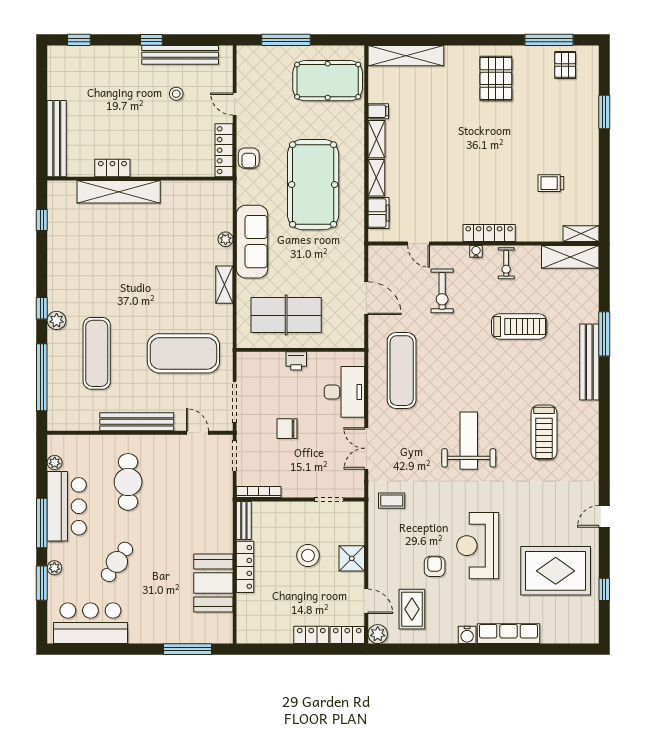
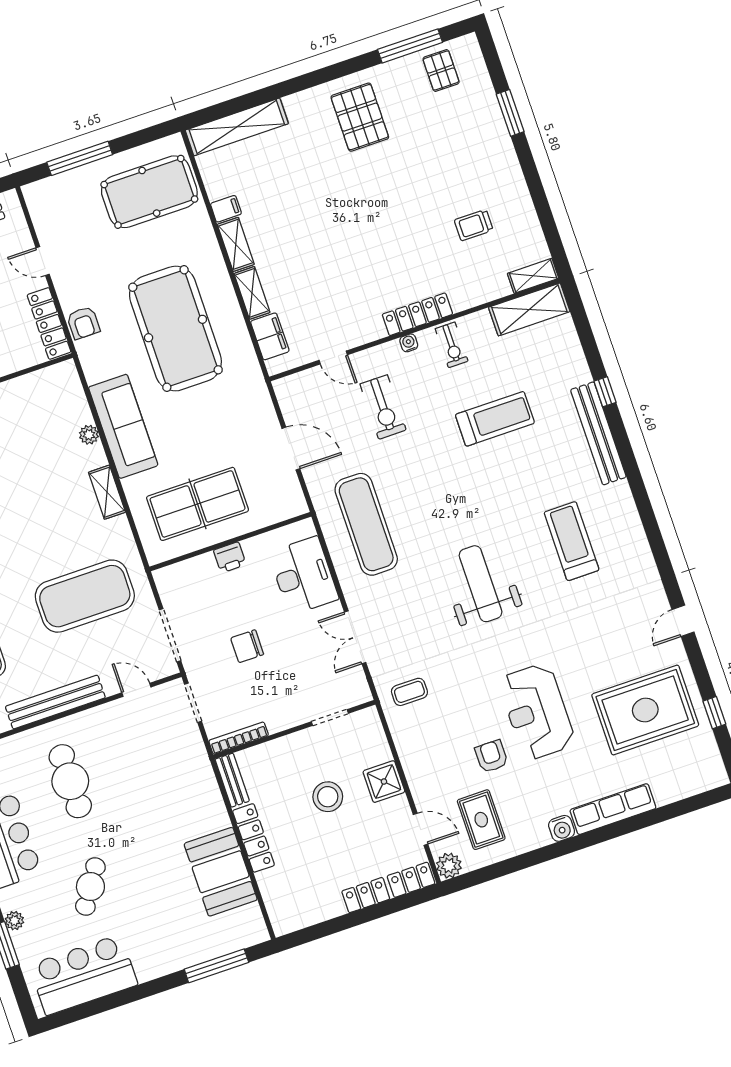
window: (604, 334) -> (605, 392), width x0.46
treadmill: (544, 432) -> (572, 541), turned 180

